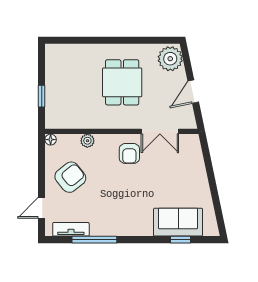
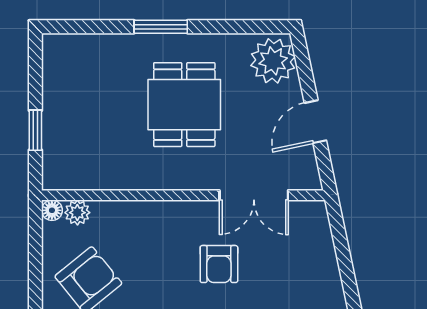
window: (109, 40) -> (161, 27), added
plant: (87, 141) -> (77, 213), moved
armchair: (129, 153) -> (219, 264), moved

